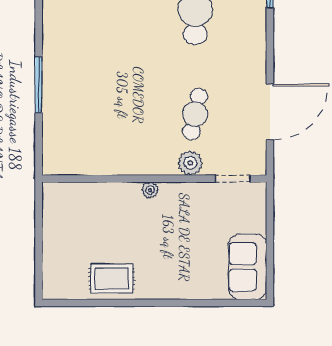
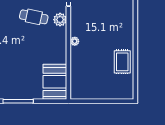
booth: (75, 153) -> (55, 82), added

